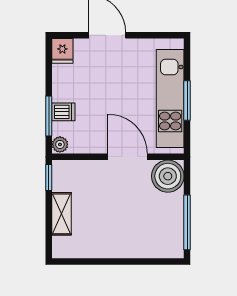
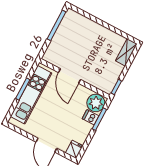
plant: (60, 144) -> (96, 103), width x1.88, depth x1.88
boiler: (168, 176) -> (54, 55), removed
shelving: (62, 214) -> (126, 52), moved

